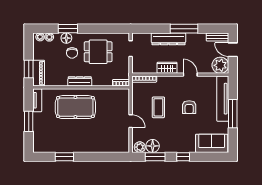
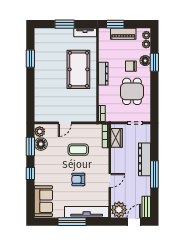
wardrobe: (167, 68) -> (116, 138), moved
piano: (39, 73) -> (123, 34), moved

